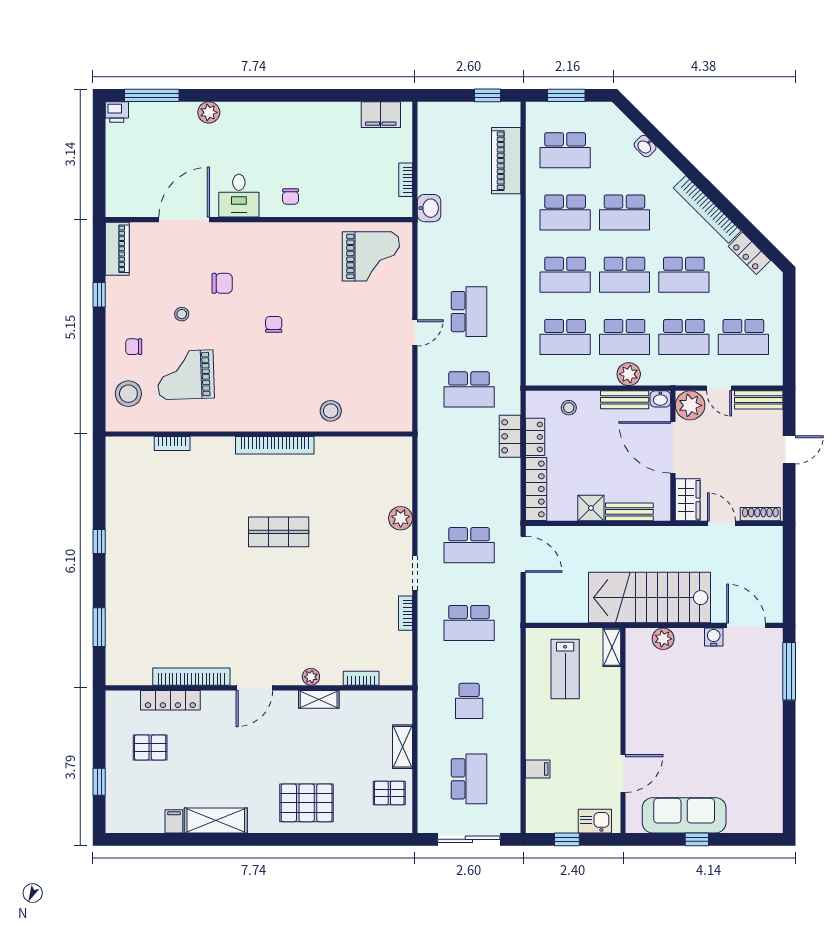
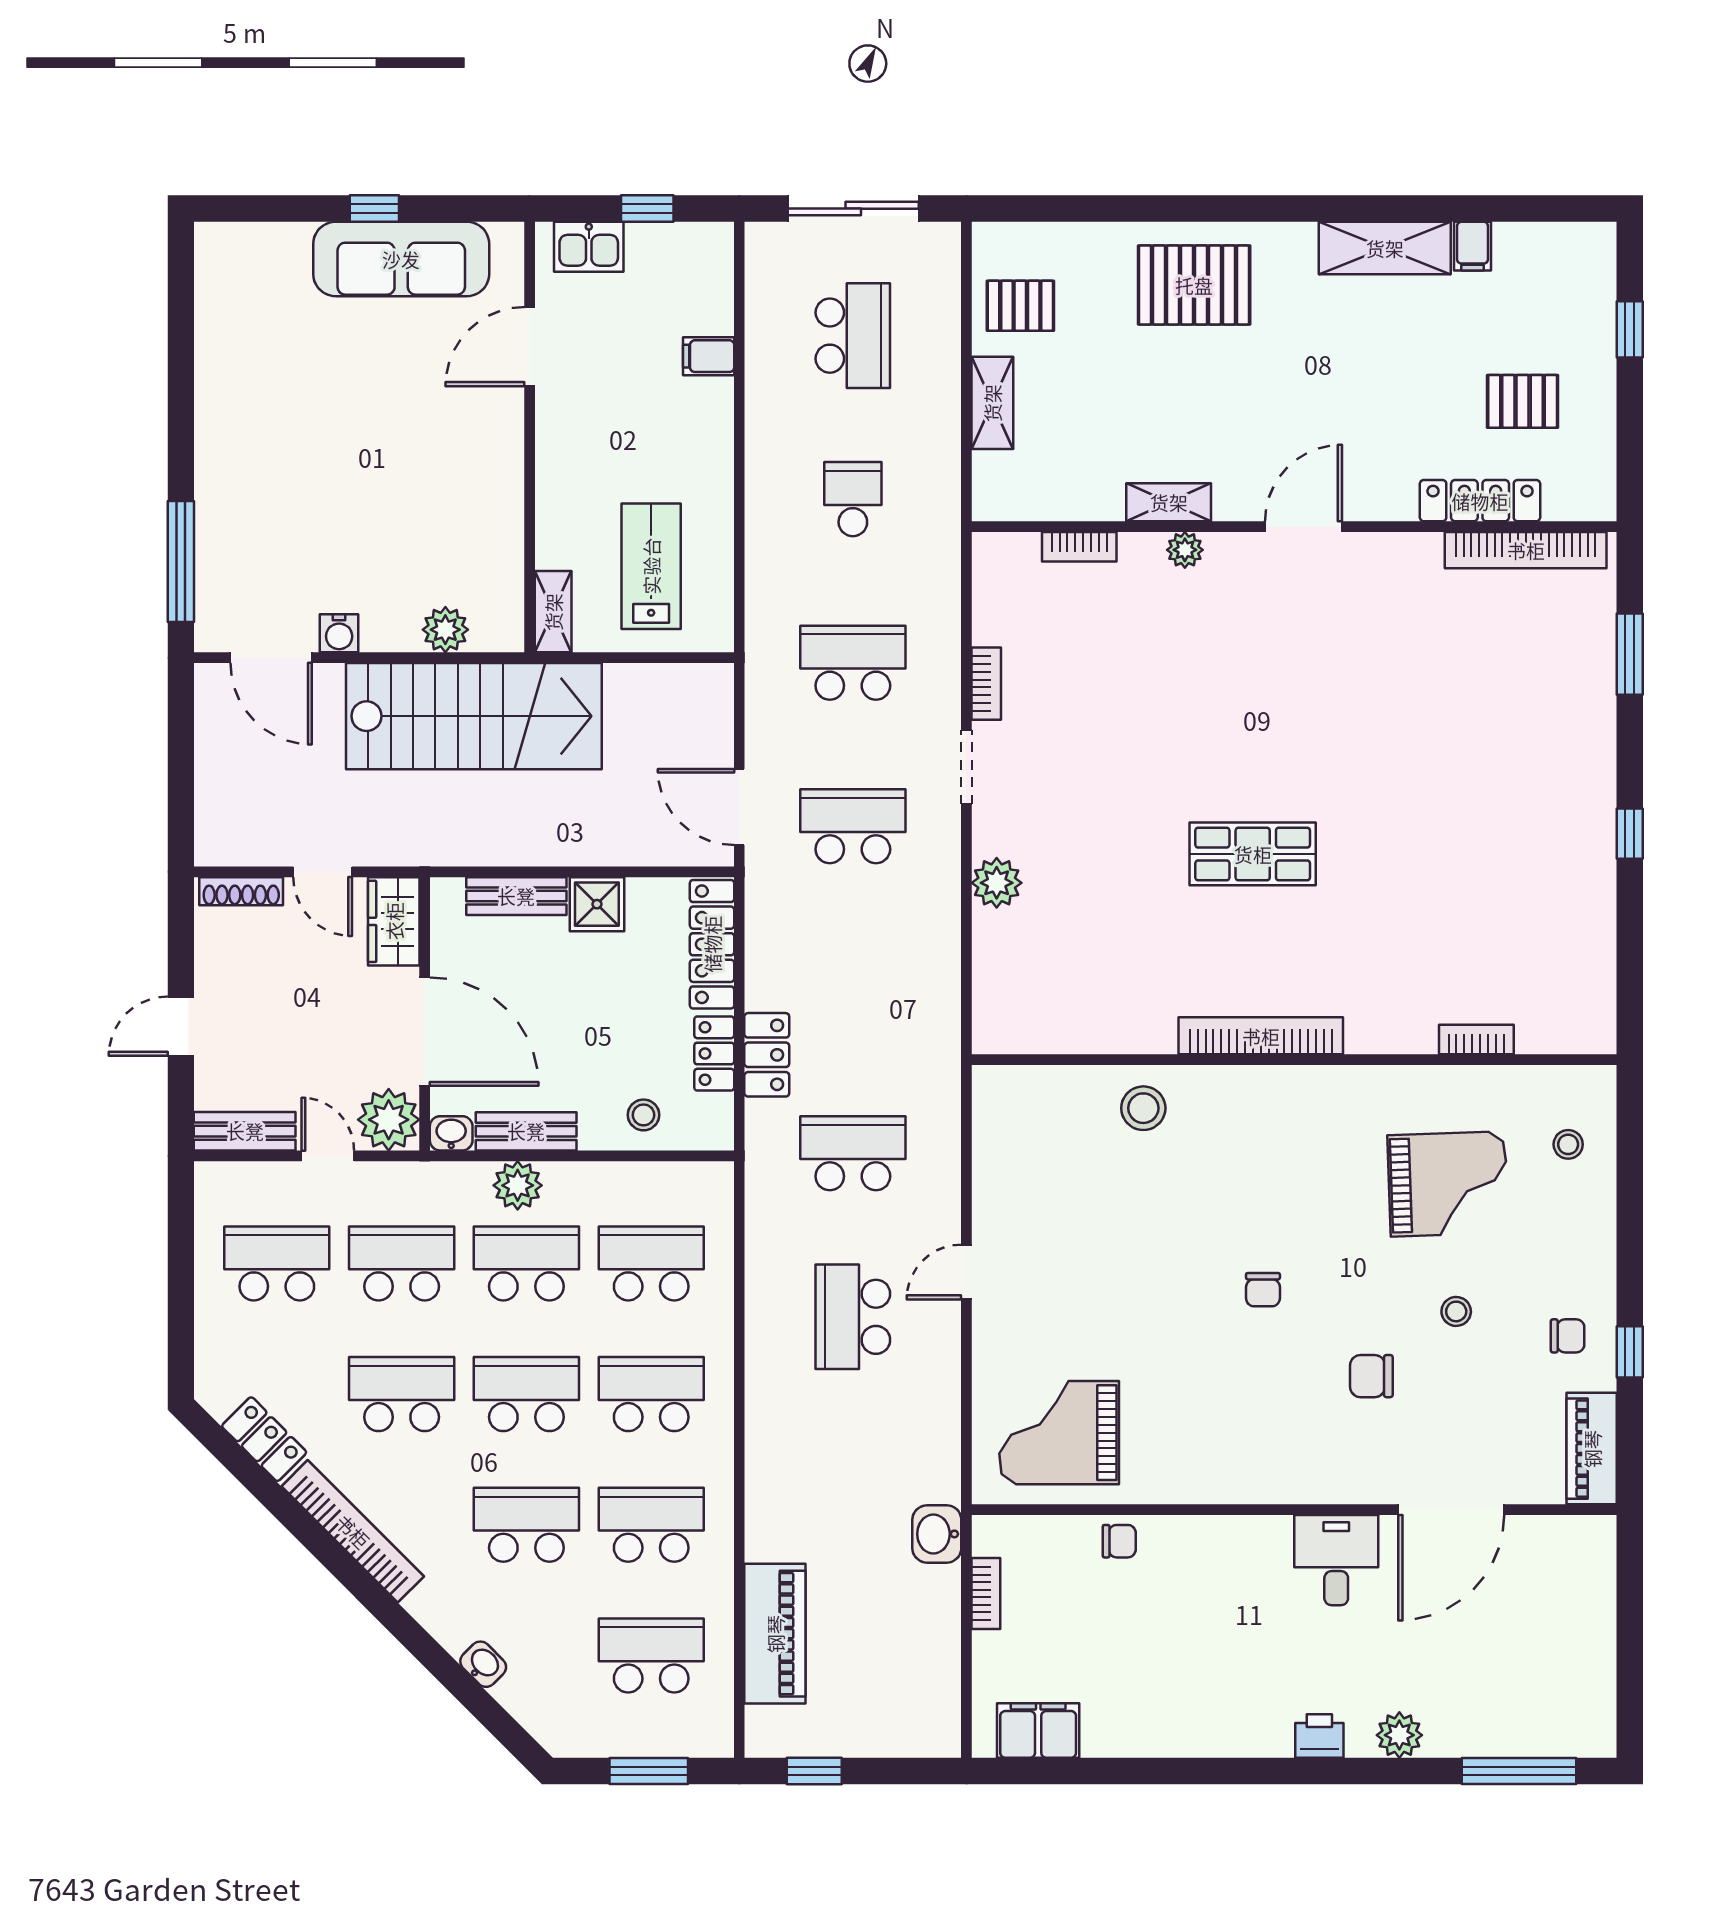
printer: (117, 112) -> (1319, 1736), moved
chair: (291, 196) -> (1119, 1541), moved, turned 90
chair: (134, 347) -> (1568, 1336), moved
stool: (128, 394) -> (1568, 1144), width x0.53, depth x0.53
bookcase: (191, 677) -> (1526, 550), moved
school desk: (469, 779) -> (853, 336), turned 180

